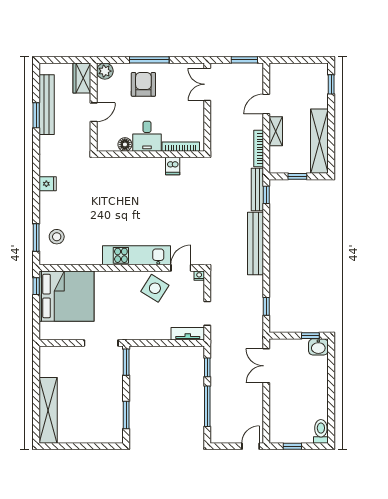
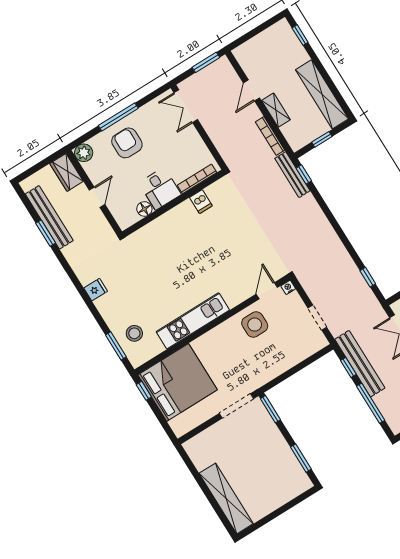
bench: (255, 244) -> (360, 364), moved
kitchen unit: (137, 255) -> (193, 321), moved
side table: (155, 288) -> (255, 325), turned -32
tv unit: (188, 334) -> (311, 348), removed

